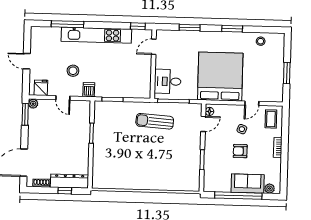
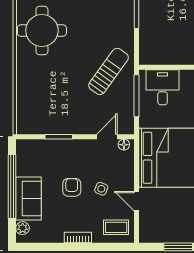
sun lounger: (155, 121) -> (108, 71), turned 32
door: (203, 124) -> (107, 137), swing flipped
round table: (123, 170) -> (42, 31), added

